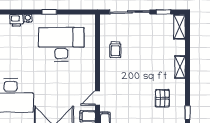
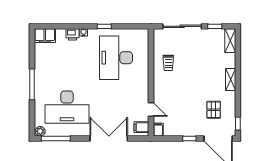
desk: (61, 44) -> (116, 58), turned -90
door: (98, 98) -> (151, 109), swing flipped

